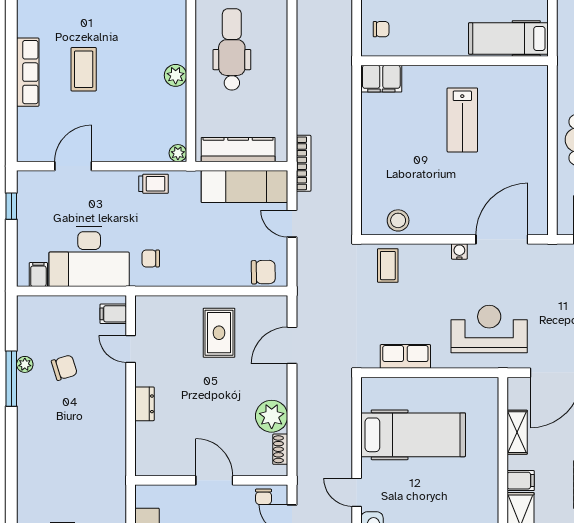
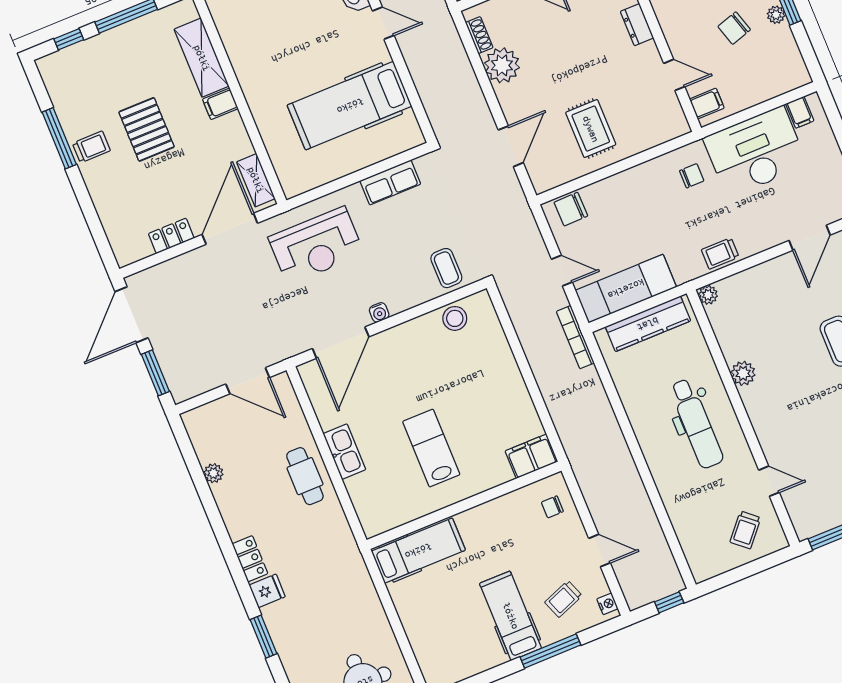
kitchen sink: (536, 147) -> (344, 452), added
shelving: (517, 432) -> (256, 180), moved

